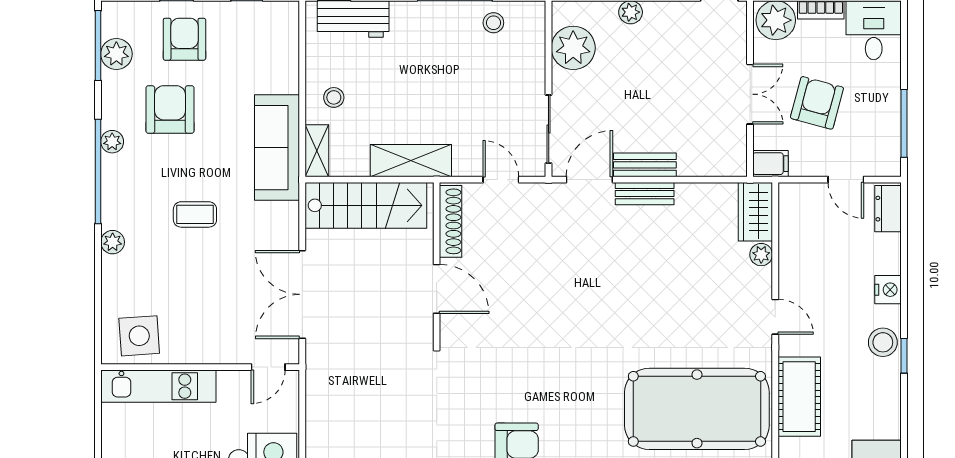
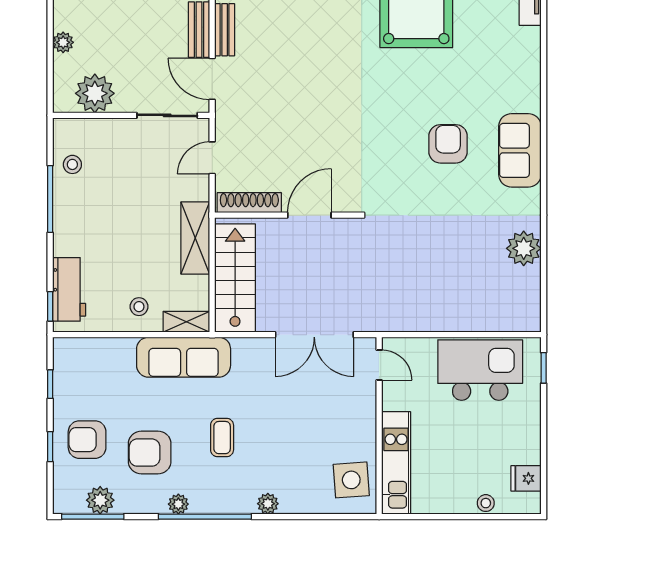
coffee table: (195, 214) -> (222, 438), moved

